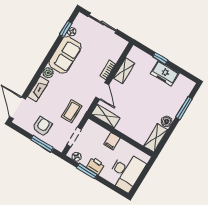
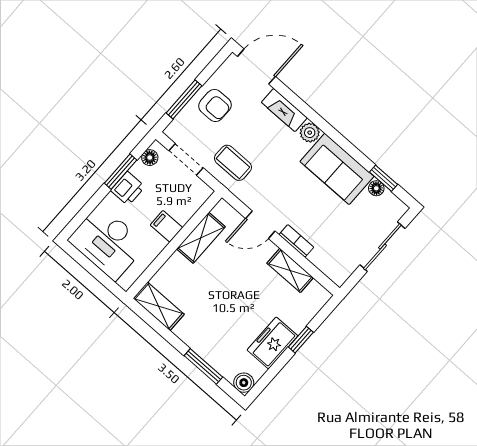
shelving: (106, 116) -> (201, 238), moved
boiler: (167, 121) -> (244, 383), moved

